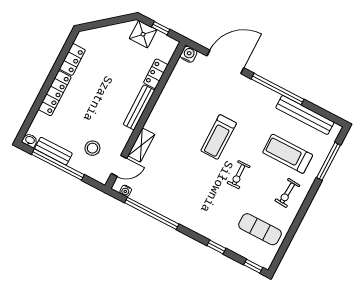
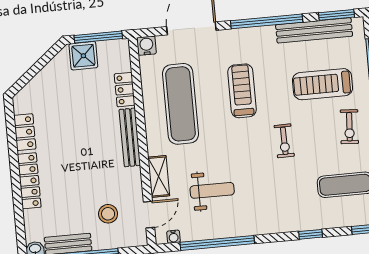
window: (161, 28) -> (98, 37), width x2.17
exercise mat: (186, 107) -> (180, 104), added
window: (326, 114) -> (336, 15), added
treadmill: (219, 137) -> (242, 91), moved, turned 180
weight bench: (171, 177) -> (212, 190), added

